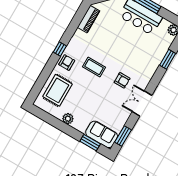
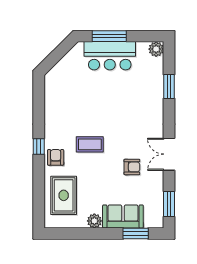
piano: (89, 19) -> (52, 93), removed
armchair: (122, 80) -> (132, 167), moved
sofa: (102, 134) -> (123, 216), moved

